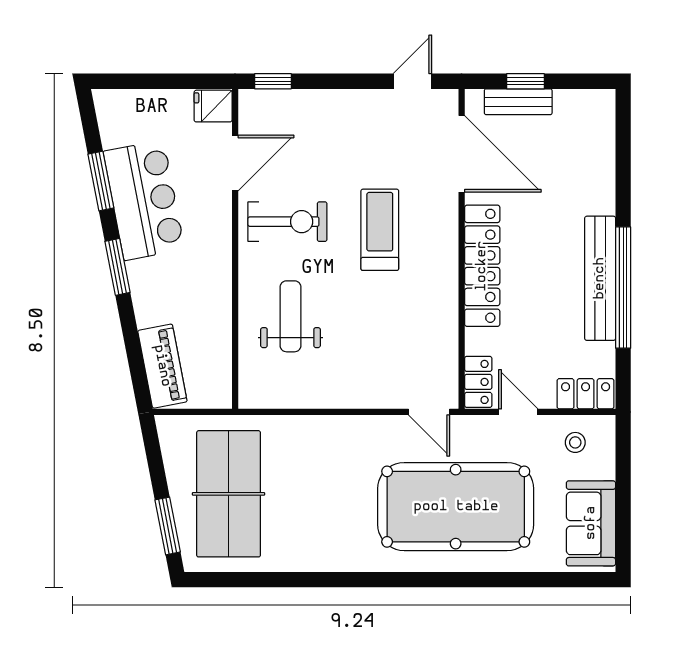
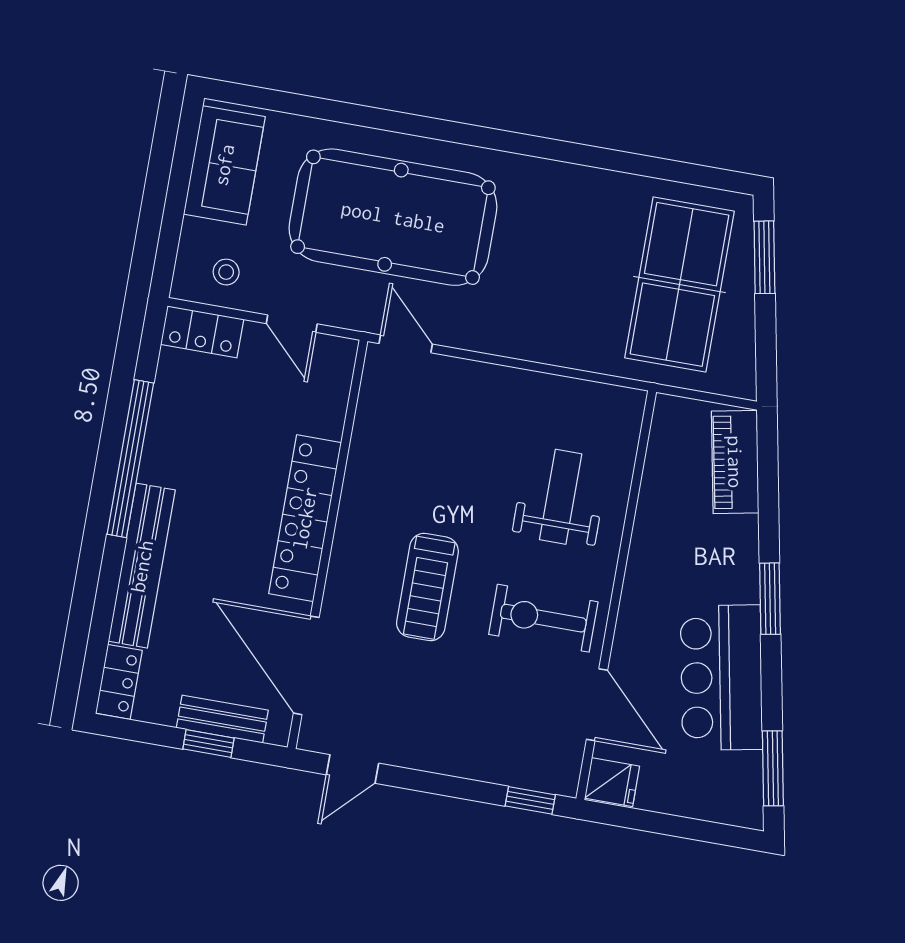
door: (235, 163) -> (597, 705), swing flipped
window: (101, 181) -> (773, 768), moved
bench: (600, 278) -> (142, 566), moved
weight bench: (291, 316) -> (561, 497), turned 180
locker: (478, 382) -> (119, 682), moved, turned 180

